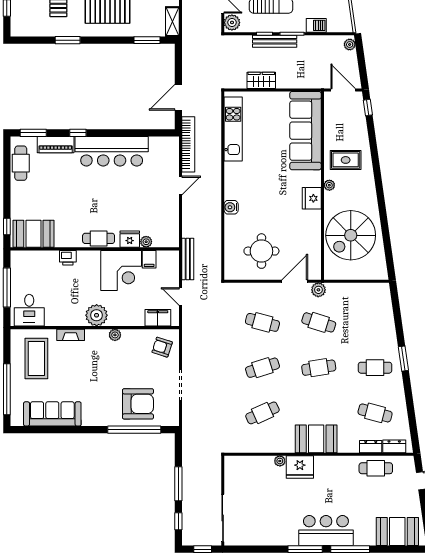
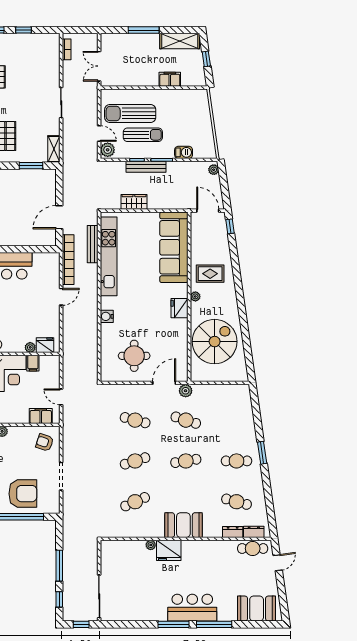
kitchen unit: (233, 129) -> (109, 256), width x1.36
spiral stairs: (351, 235) -> (215, 342), turned 180
fridge: (130, 239) -> (45, 345), moved
bench: (188, 259) -> (93, 244), moved
cafe table: (376, 468) -> (253, 548), moved

